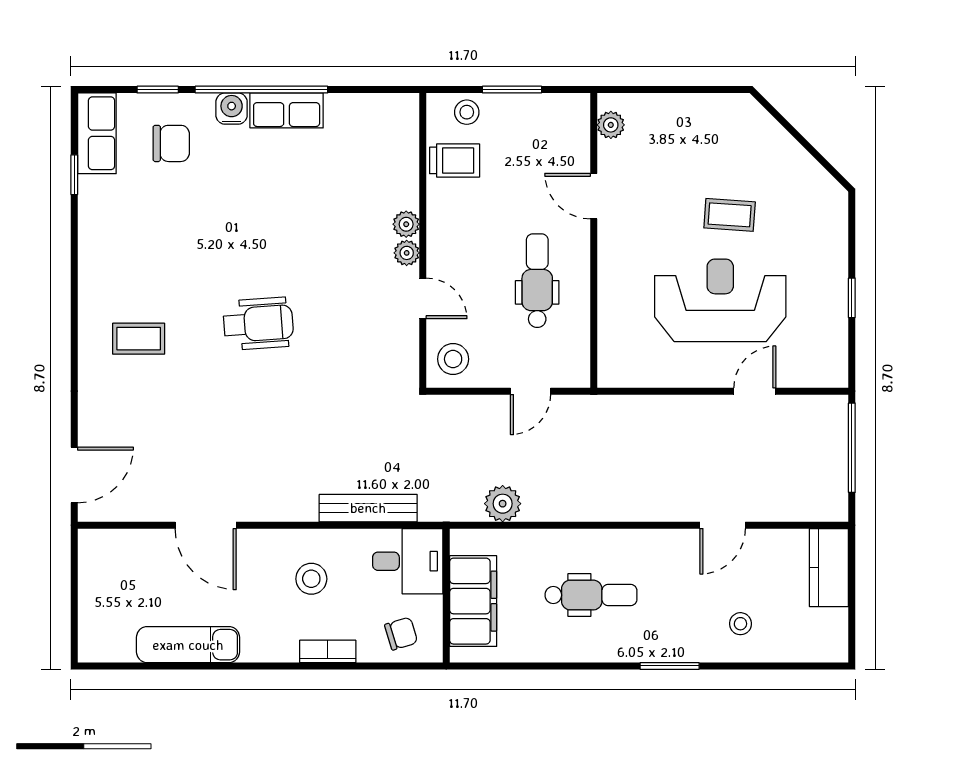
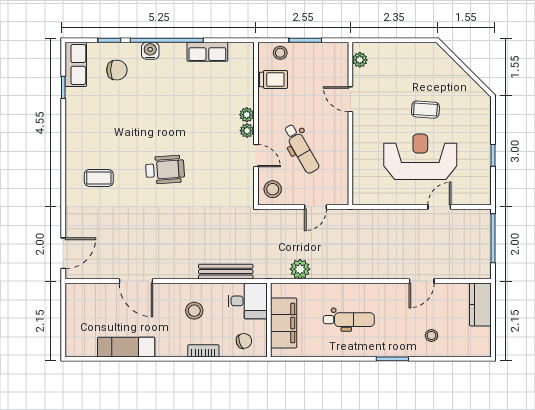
row of seats: (287, 110) -> (207, 52), moved
dental chair: (537, 281) -> (301, 149), moved, turned 150

